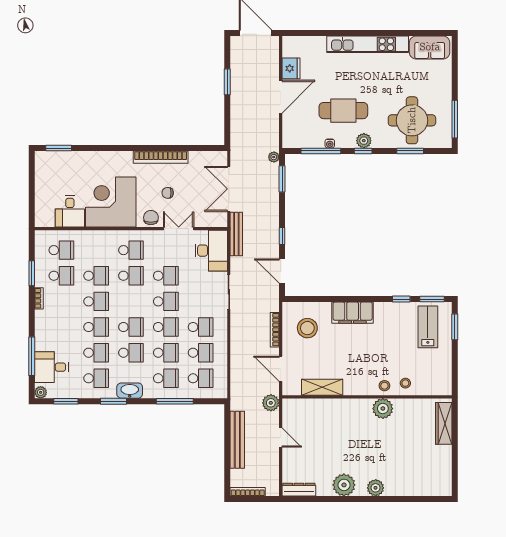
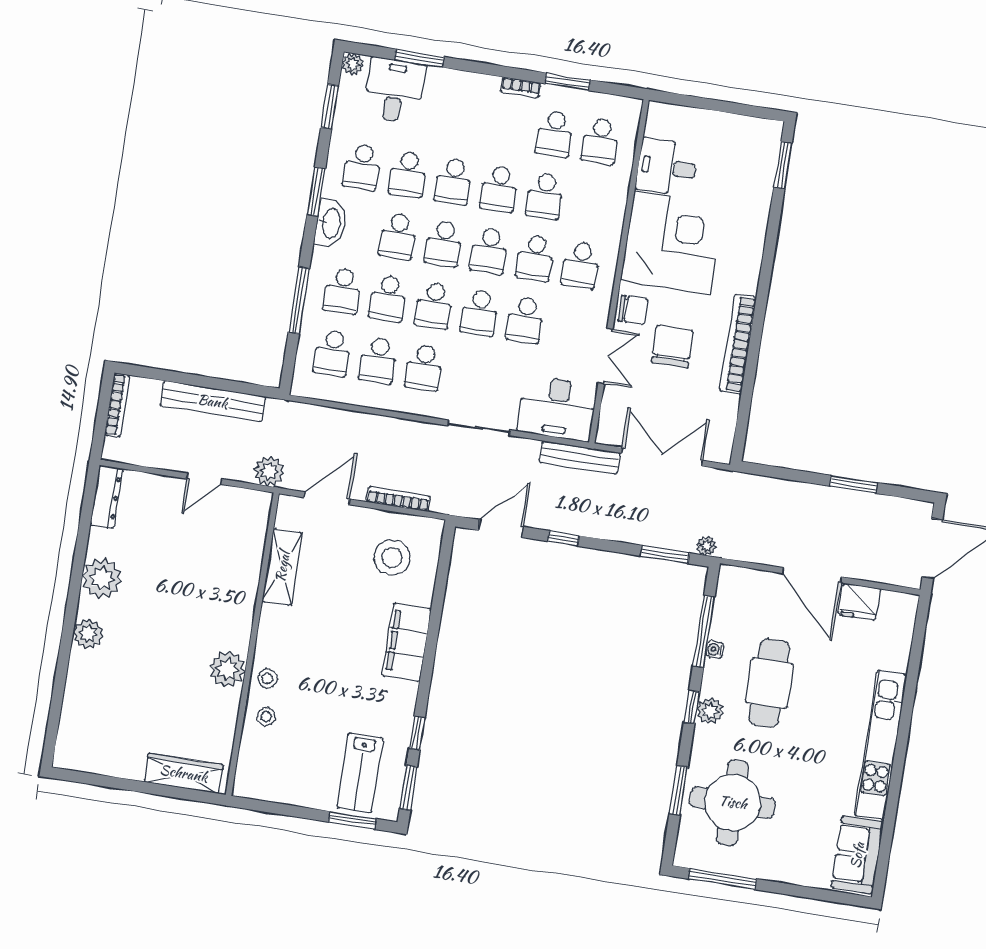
chair: (168, 193) -> (672, 347), width x1.87, depth x1.87
school desk: (131, 301) -> (489, 251), added
lab bench: (428, 327) -> (360, 773), turned 90
window: (32, 356) -> (419, 58), width x0.69

